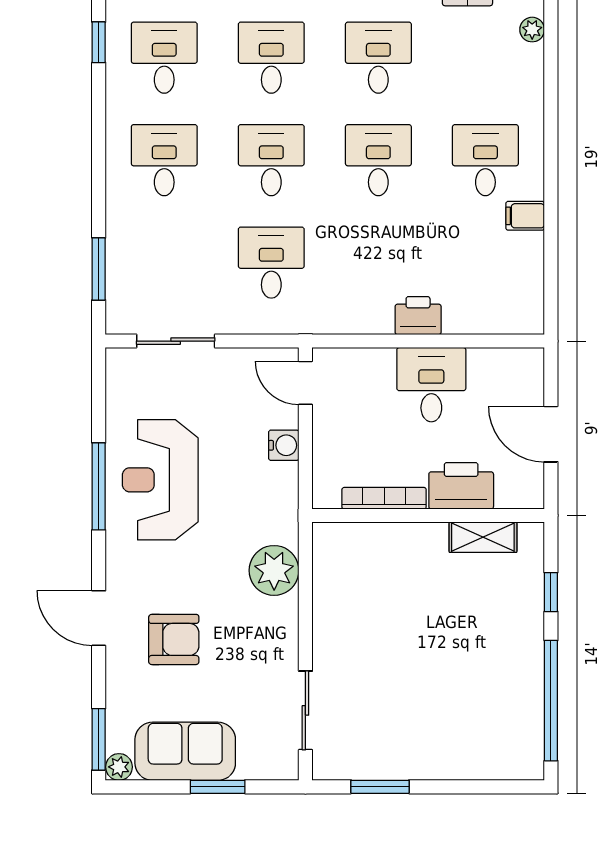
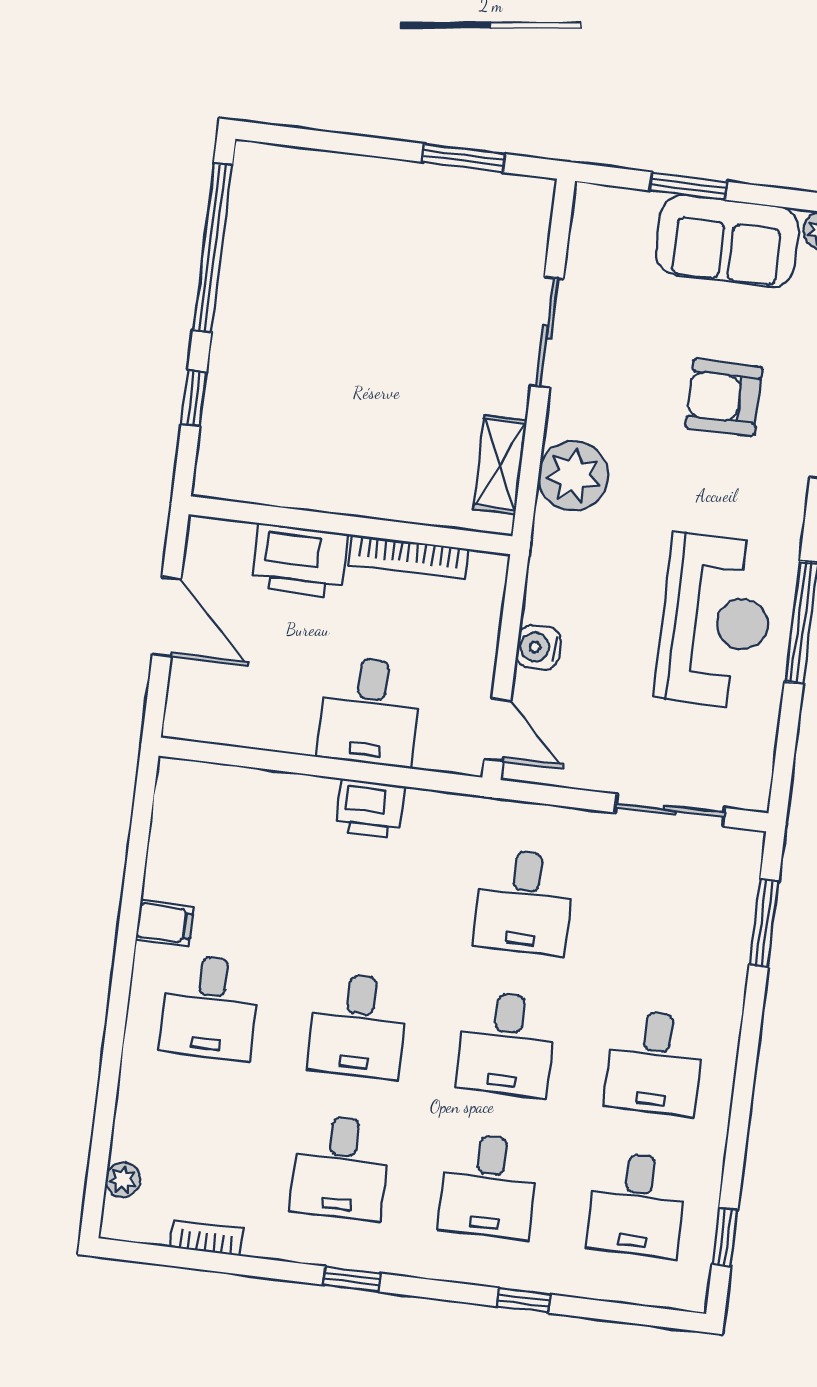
printer: (418, 316) -> (370, 809), moved
desk: (431, 385) -> (369, 711), moved
shelving: (483, 537) -> (500, 465), moved, turned 90
sliding door: (305, 710) -> (547, 332), moved

